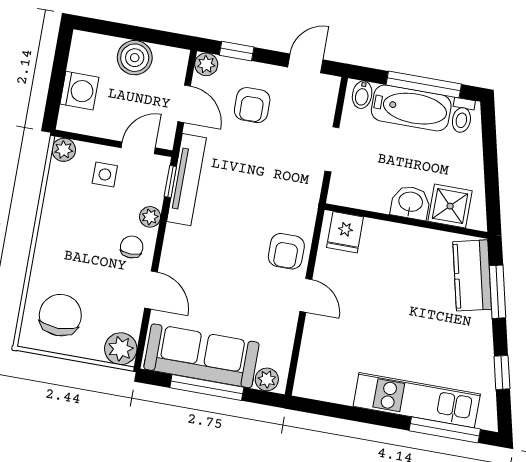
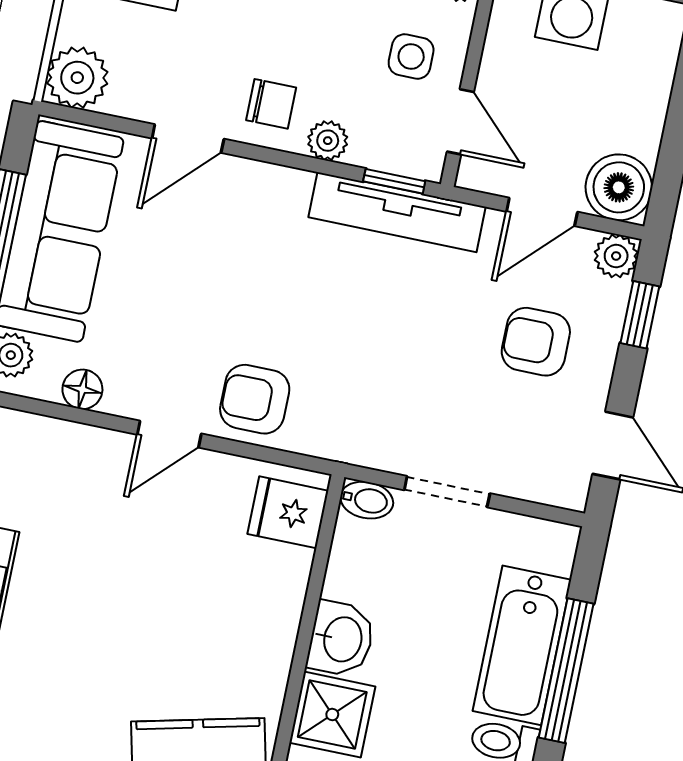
boiler: (135, 58) -> (619, 187), moved
bidet: (362, 95) -> (367, 500), moved, turned 180
floor lamp: (284, 341) -> (82, 389), added

